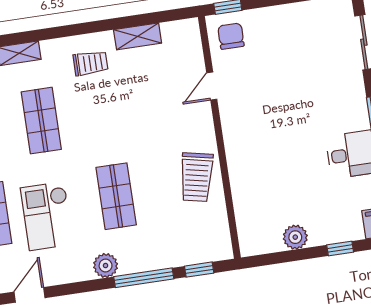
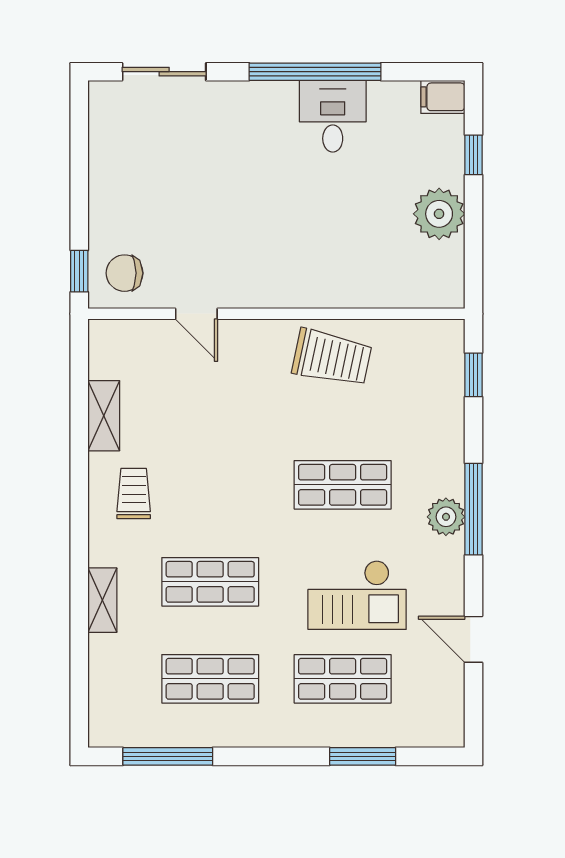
plant: (295, 237) -> (439, 214), width x1.36, depth x1.36
window: (144, 278) -> (474, 509), moved

